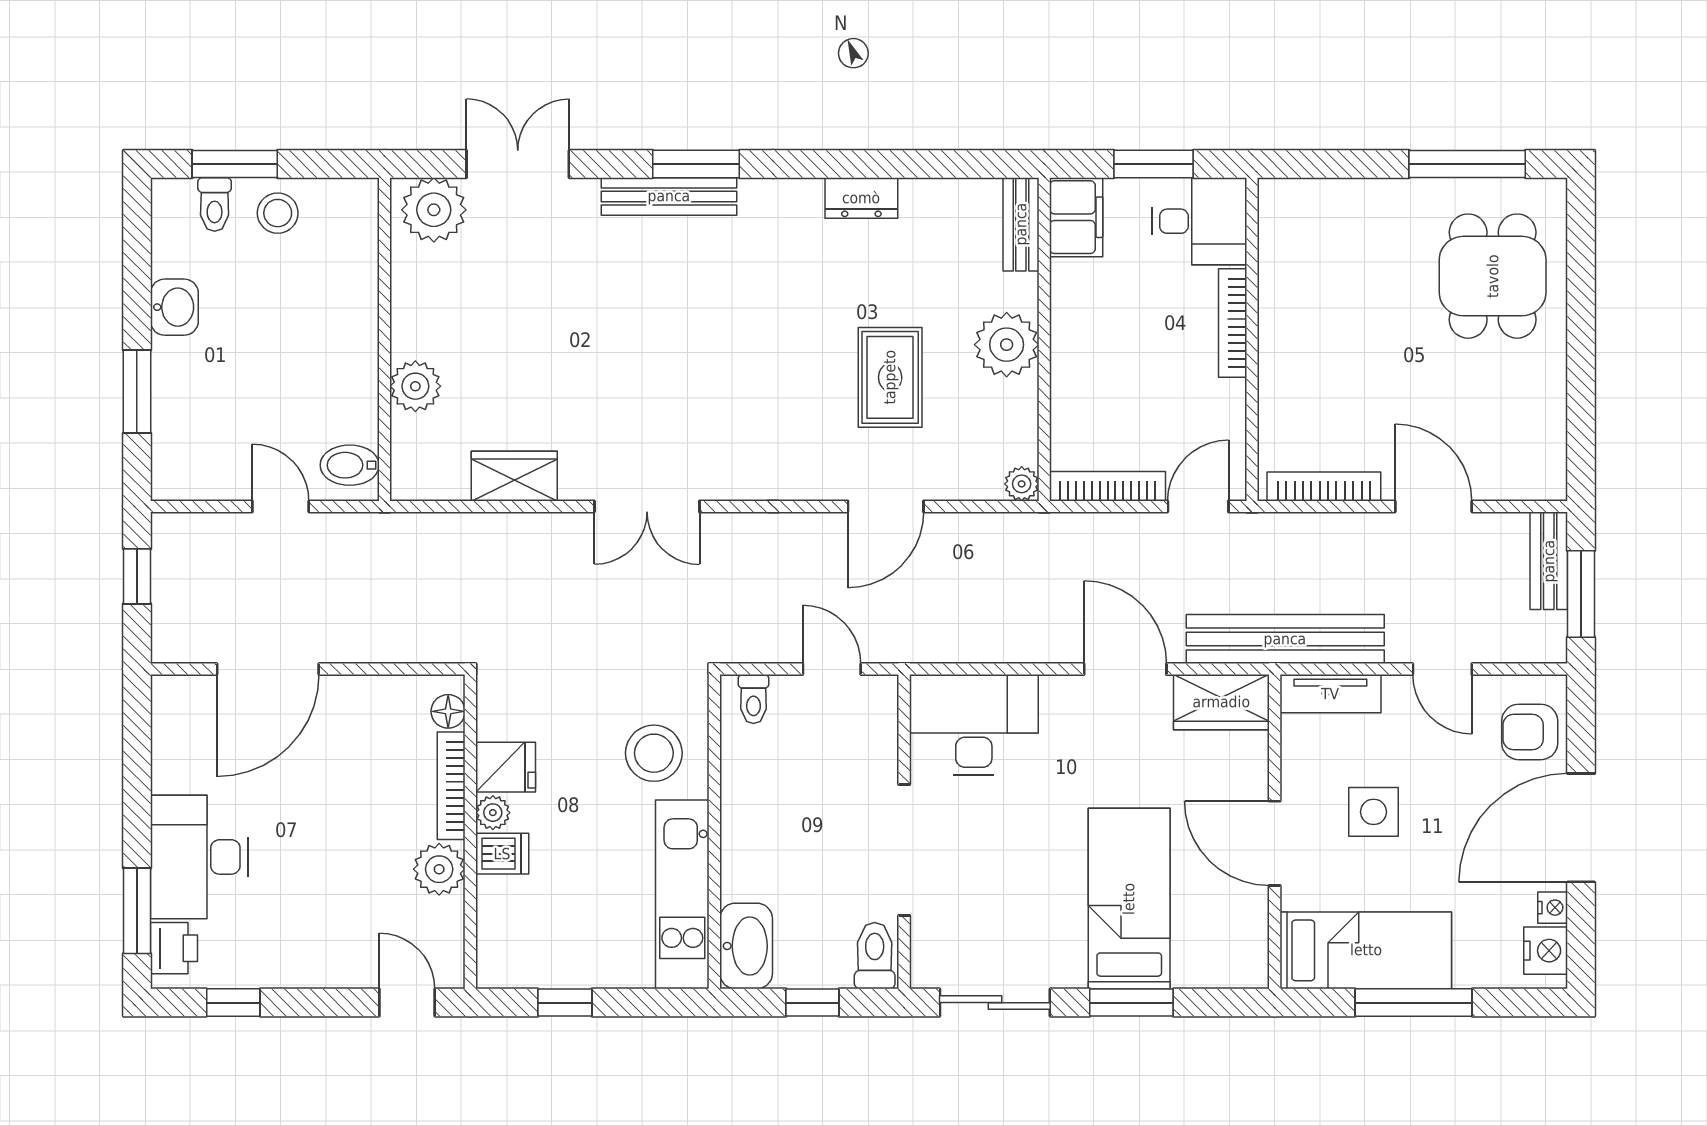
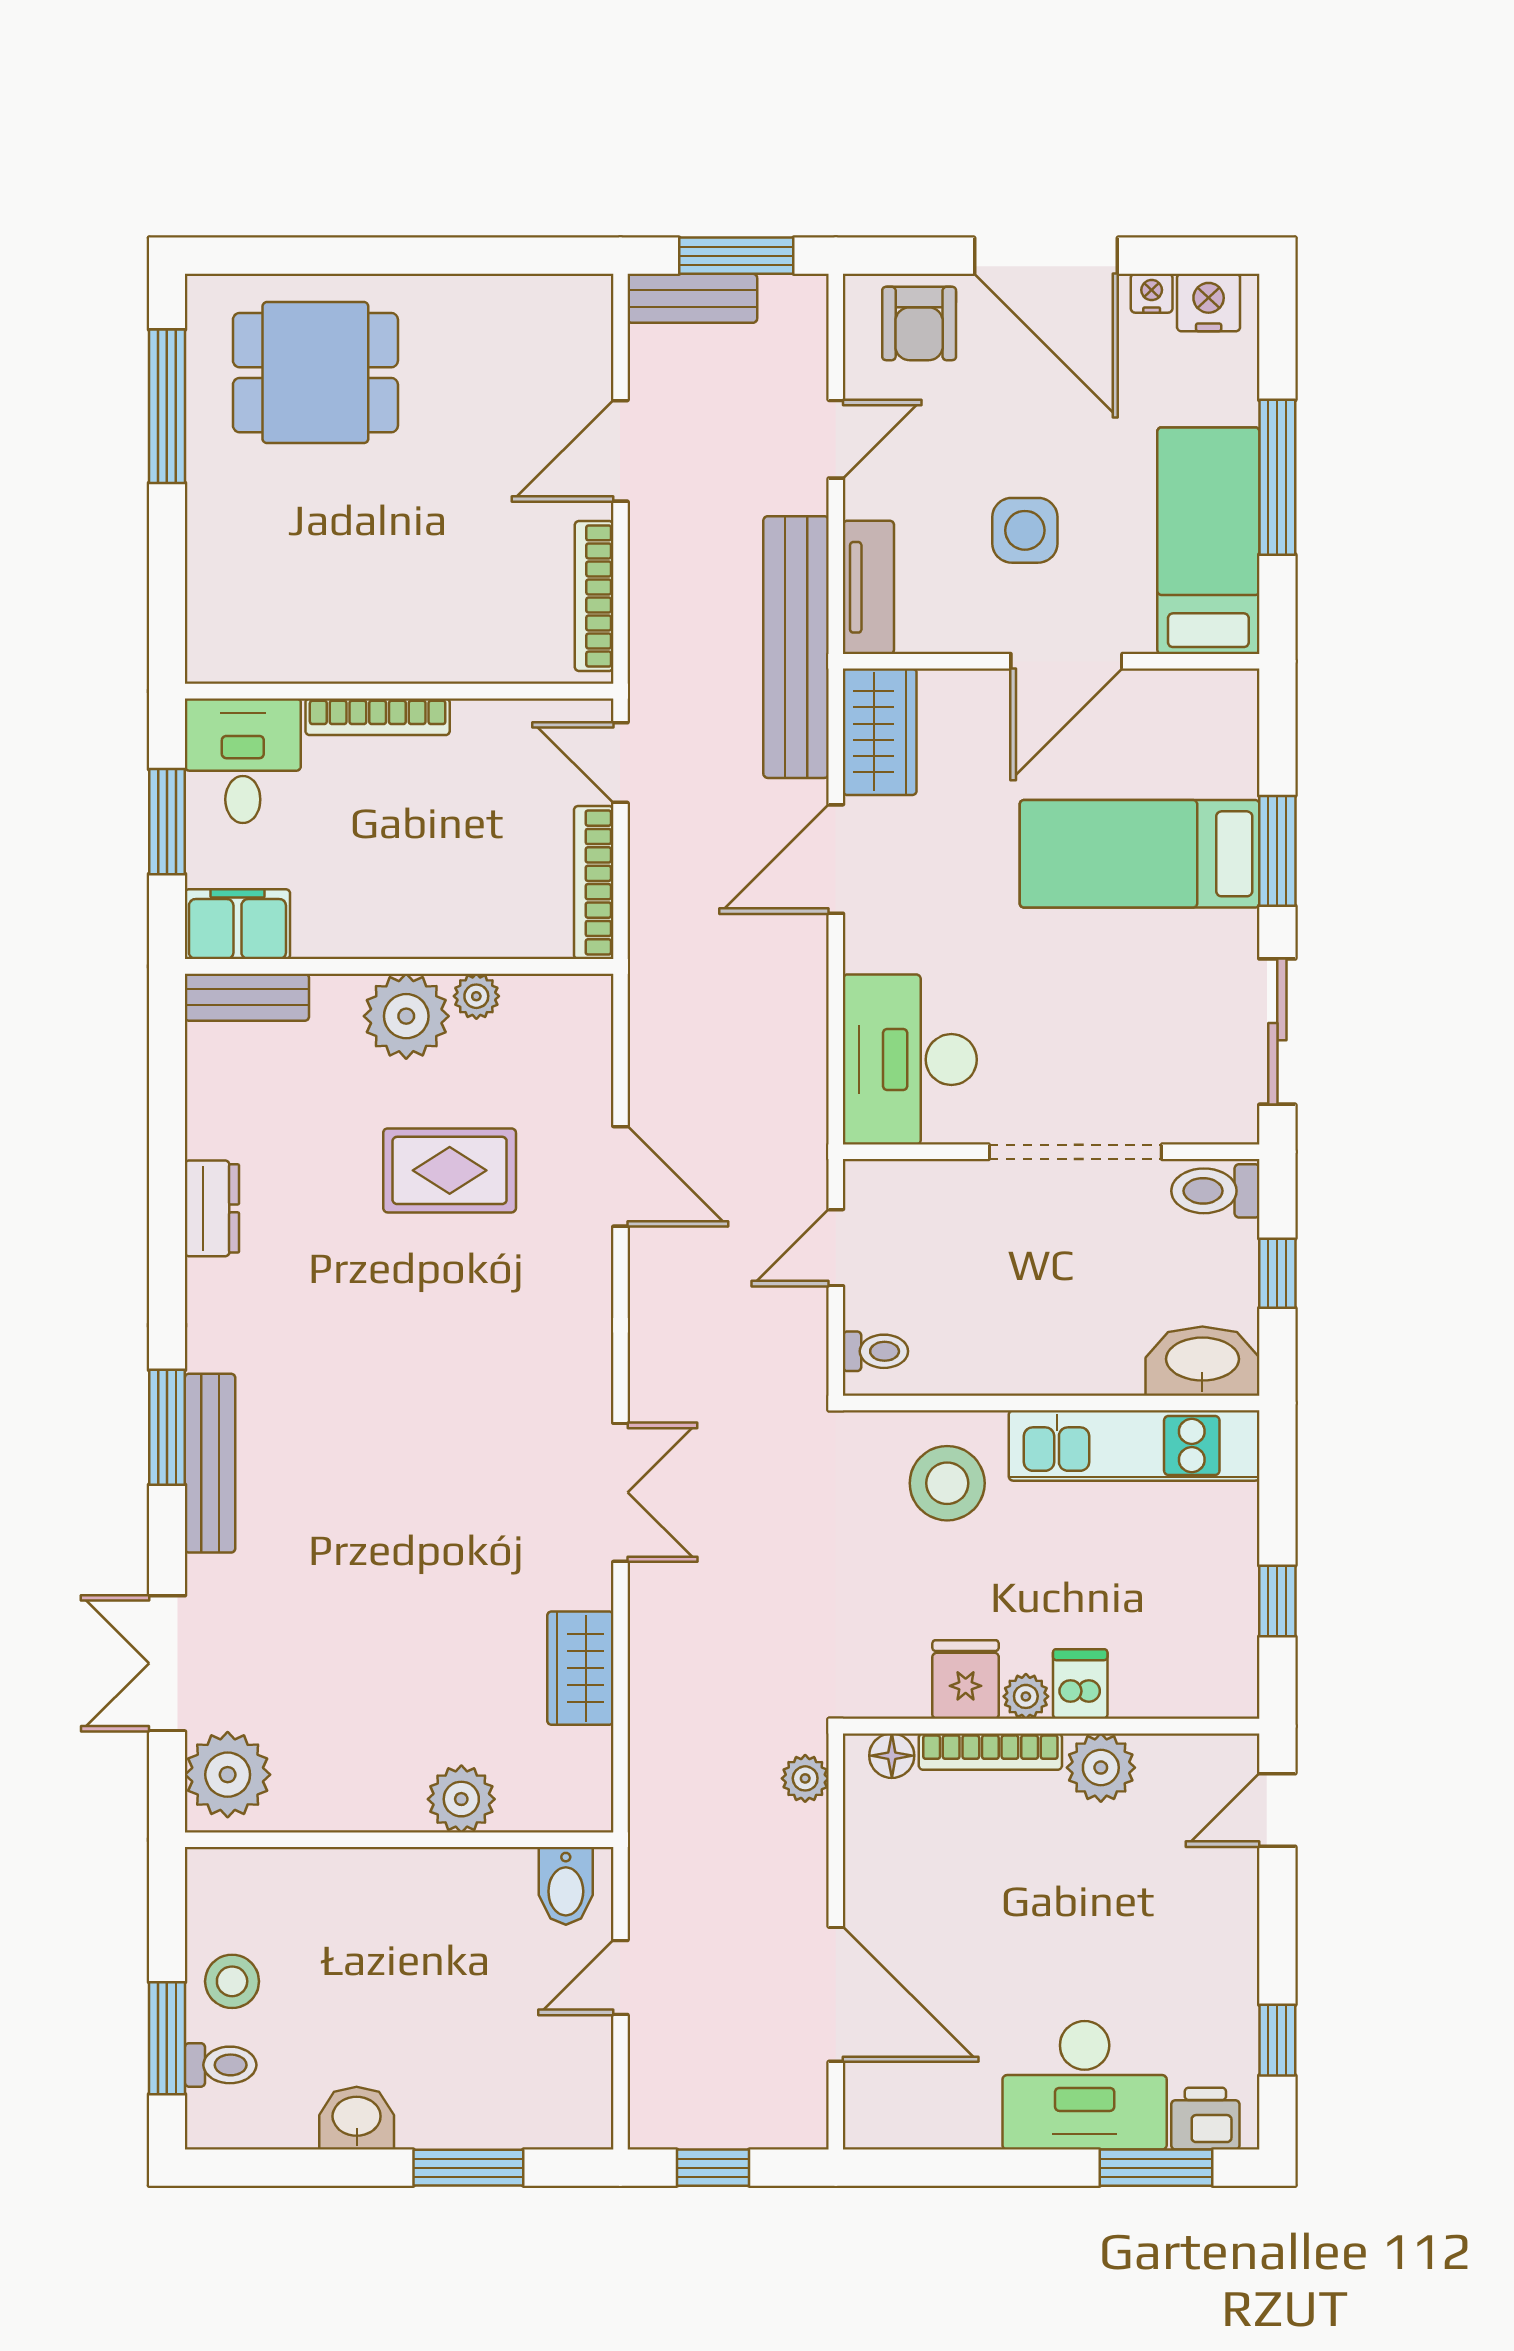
plant: (1022, 484) -> (476, 996), moved
plant: (431, 646) -> (805, 1778), added

